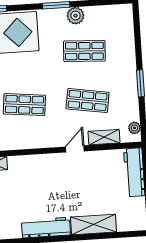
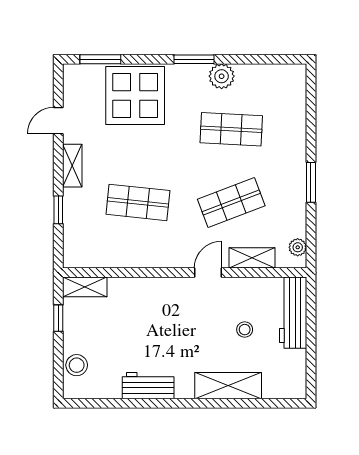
shop shelf: (88, 101) -> (231, 202), turned -30
stool: (102, 186) -> (245, 330), added
workbench: (46, 228) -> (148, 386), width x0.73

